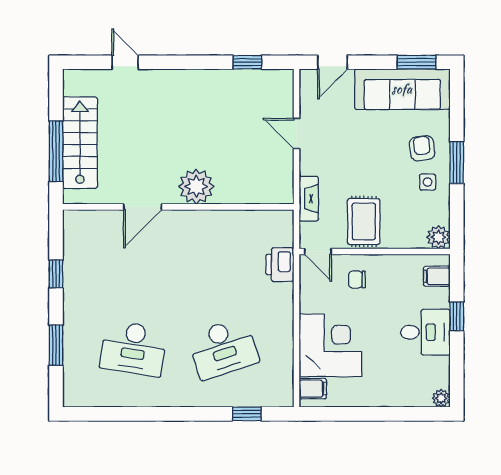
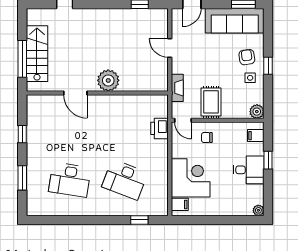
window: (457, 163) -> (268, 66), width x0.67
door: (143, 207) -> (75, 93), hinge flipped
desk: (223, 348) -> (125, 180), turned 39

